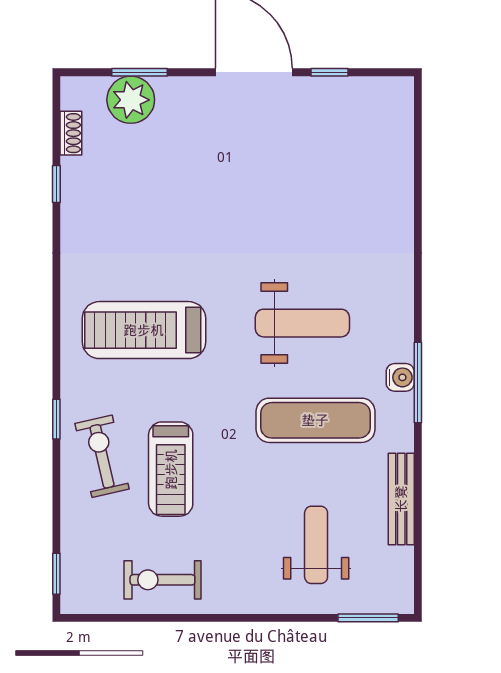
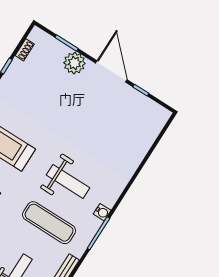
plant: (131, 100) -> (74, 63), moved
water cooler: (400, 377) -> (102, 212), moved

